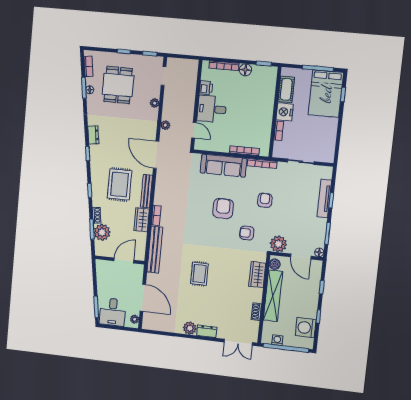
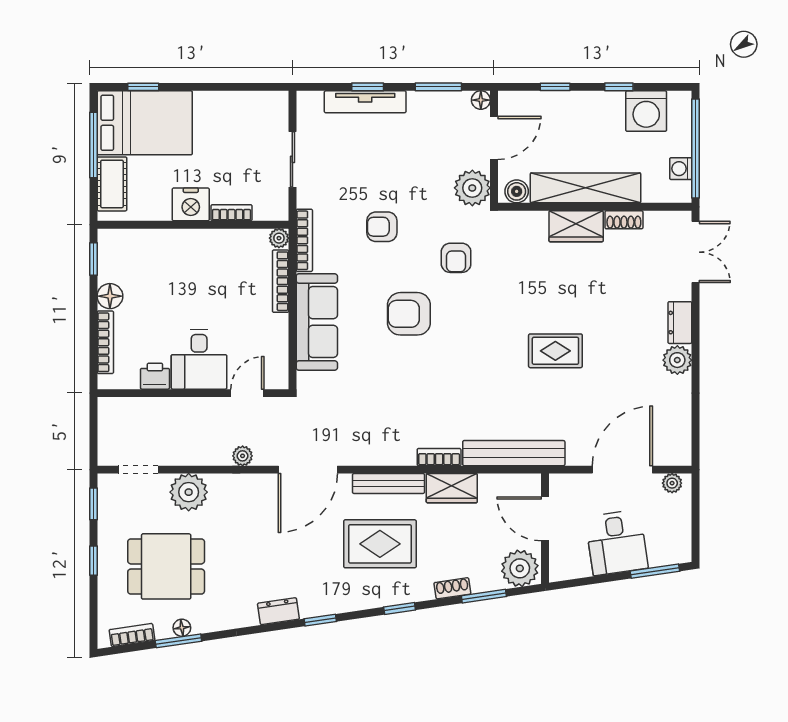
cot: (286, 89) -> (112, 184), moved, turned 90
plant: (155, 103) -> (189, 492), width x1.88, depth x1.88
plant: (264, 152) -> (279, 238), added
plant: (102, 232) -> (520, 568), moved
wardrobe: (257, 275) -> (576, 226), moved
desk: (113, 312) -> (617, 543), moved, turned 82

